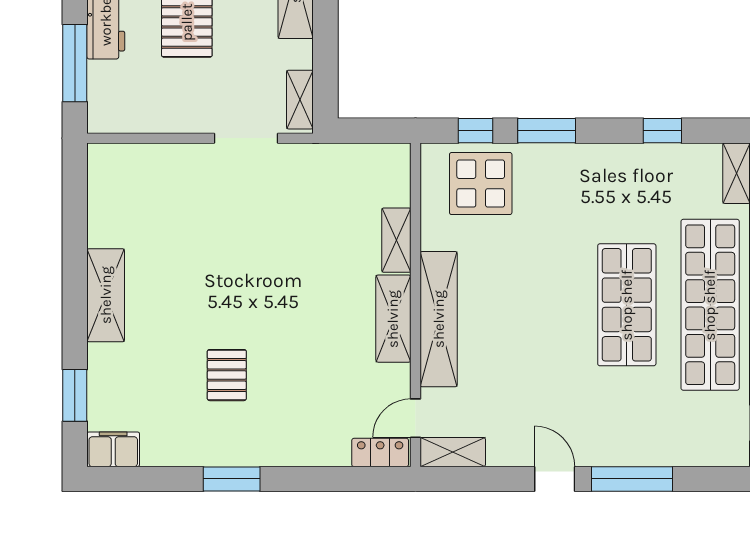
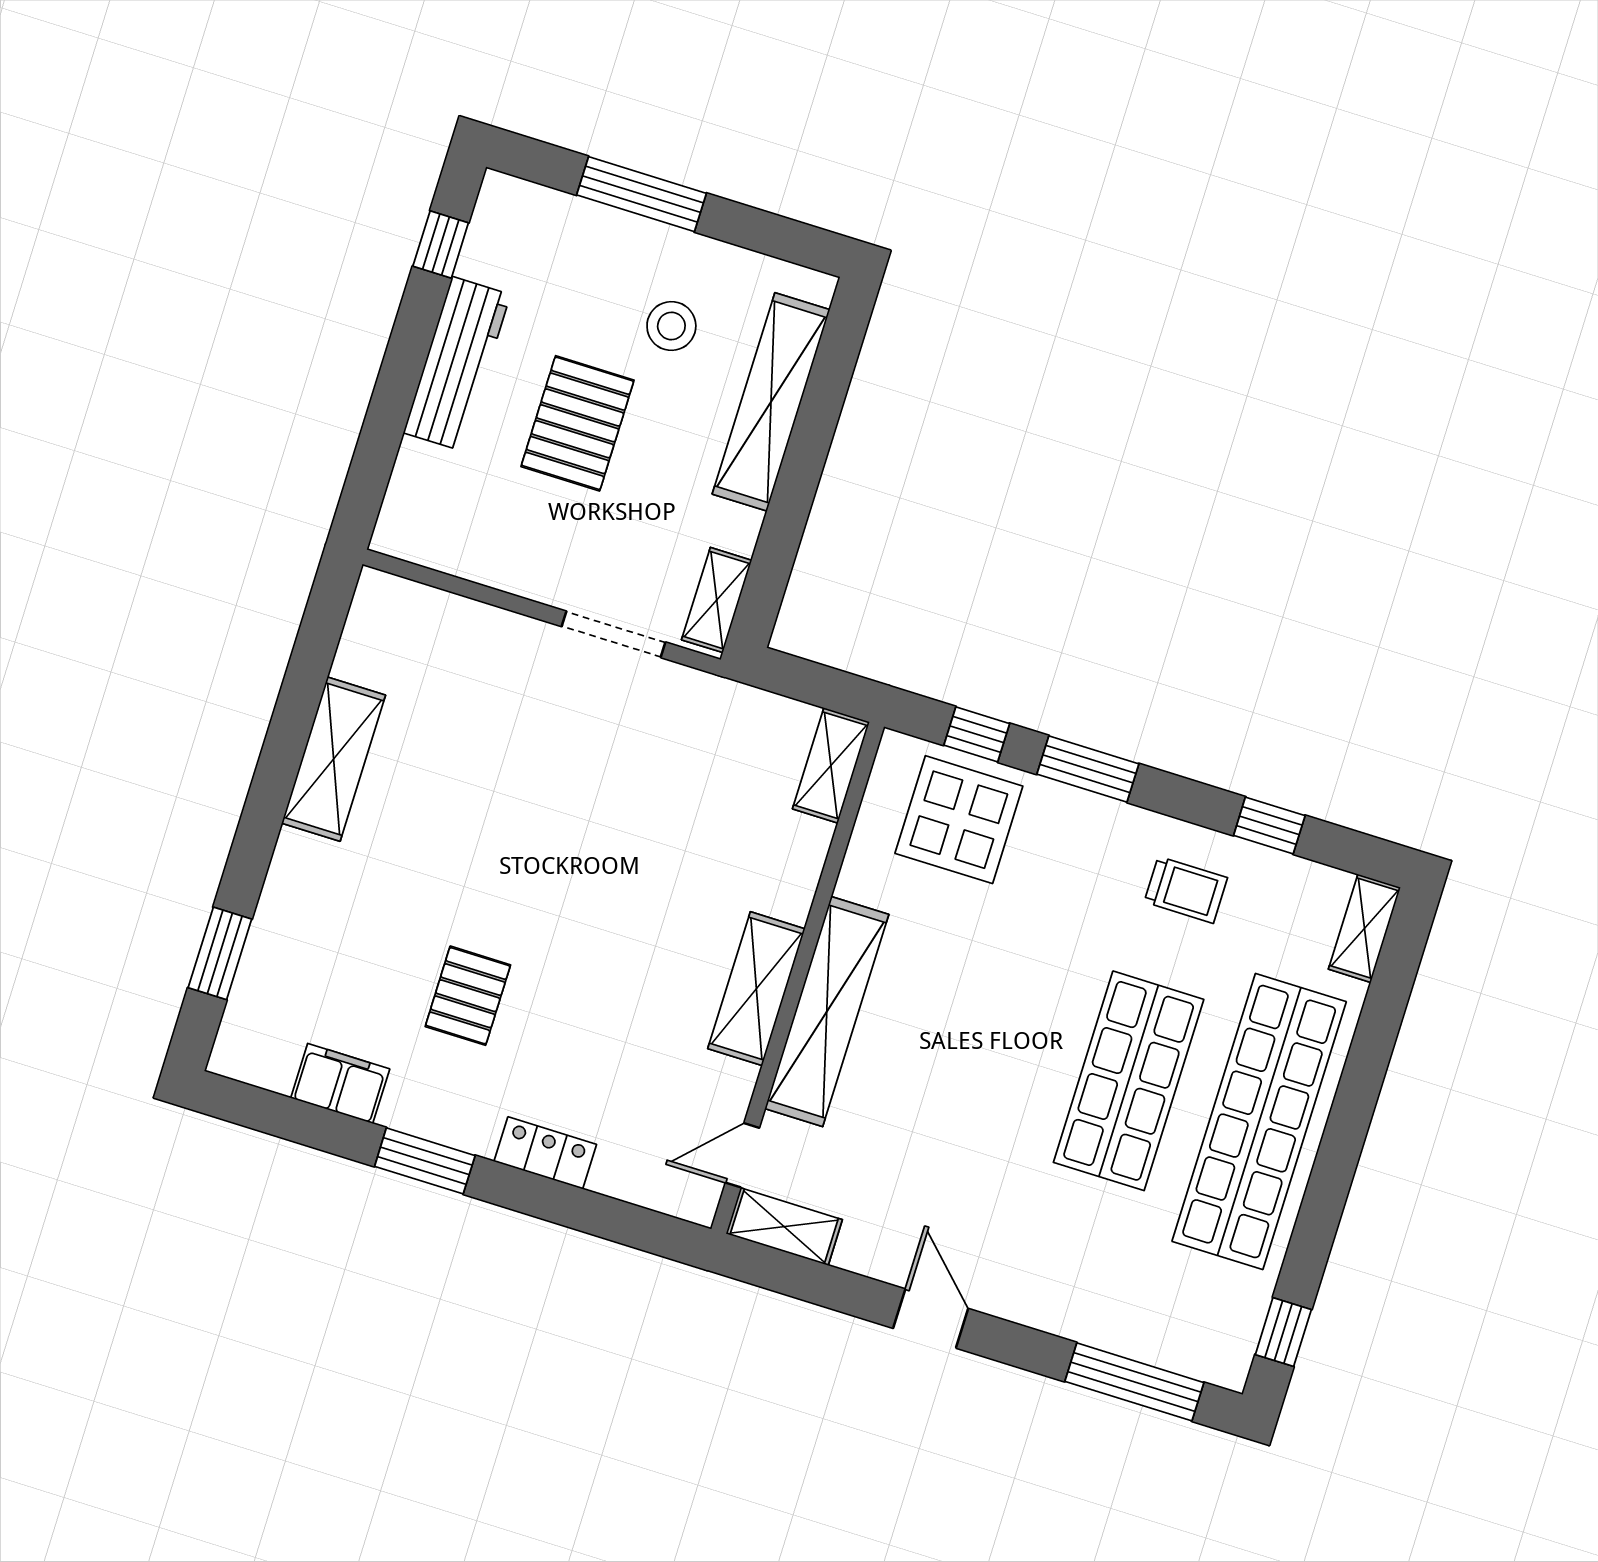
window: (75, 63) -> (382, 433), removed
trolley: (625, 183) -> (1186, 890), added
shelving: (396, 240) -> (831, 765), moved
shelving: (106, 295) -> (334, 759), moved
filing cabinet: (113, 449) -> (340, 1084), moved
locker: (380, 452) -> (545, 1153), moved
window: (632, 479) -> (1134, 1382), moved

